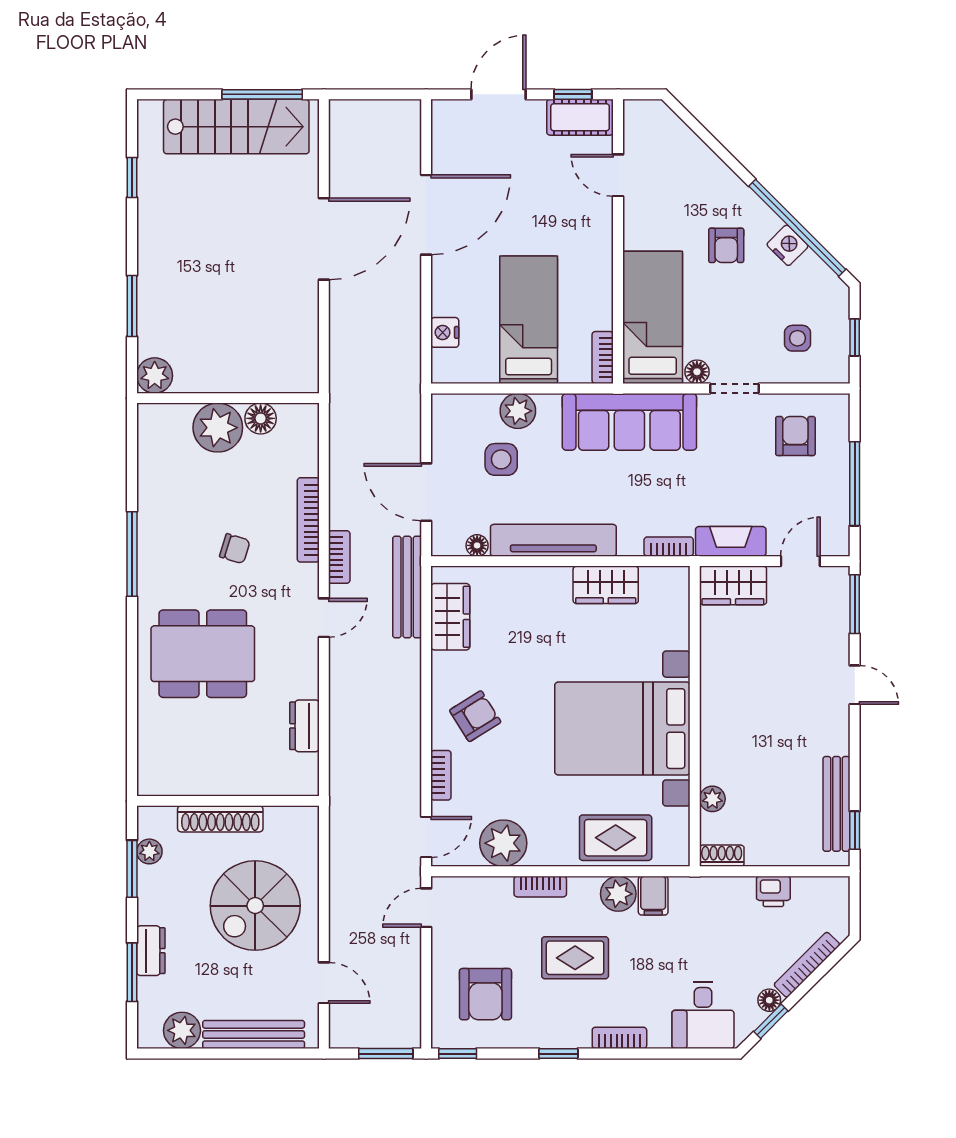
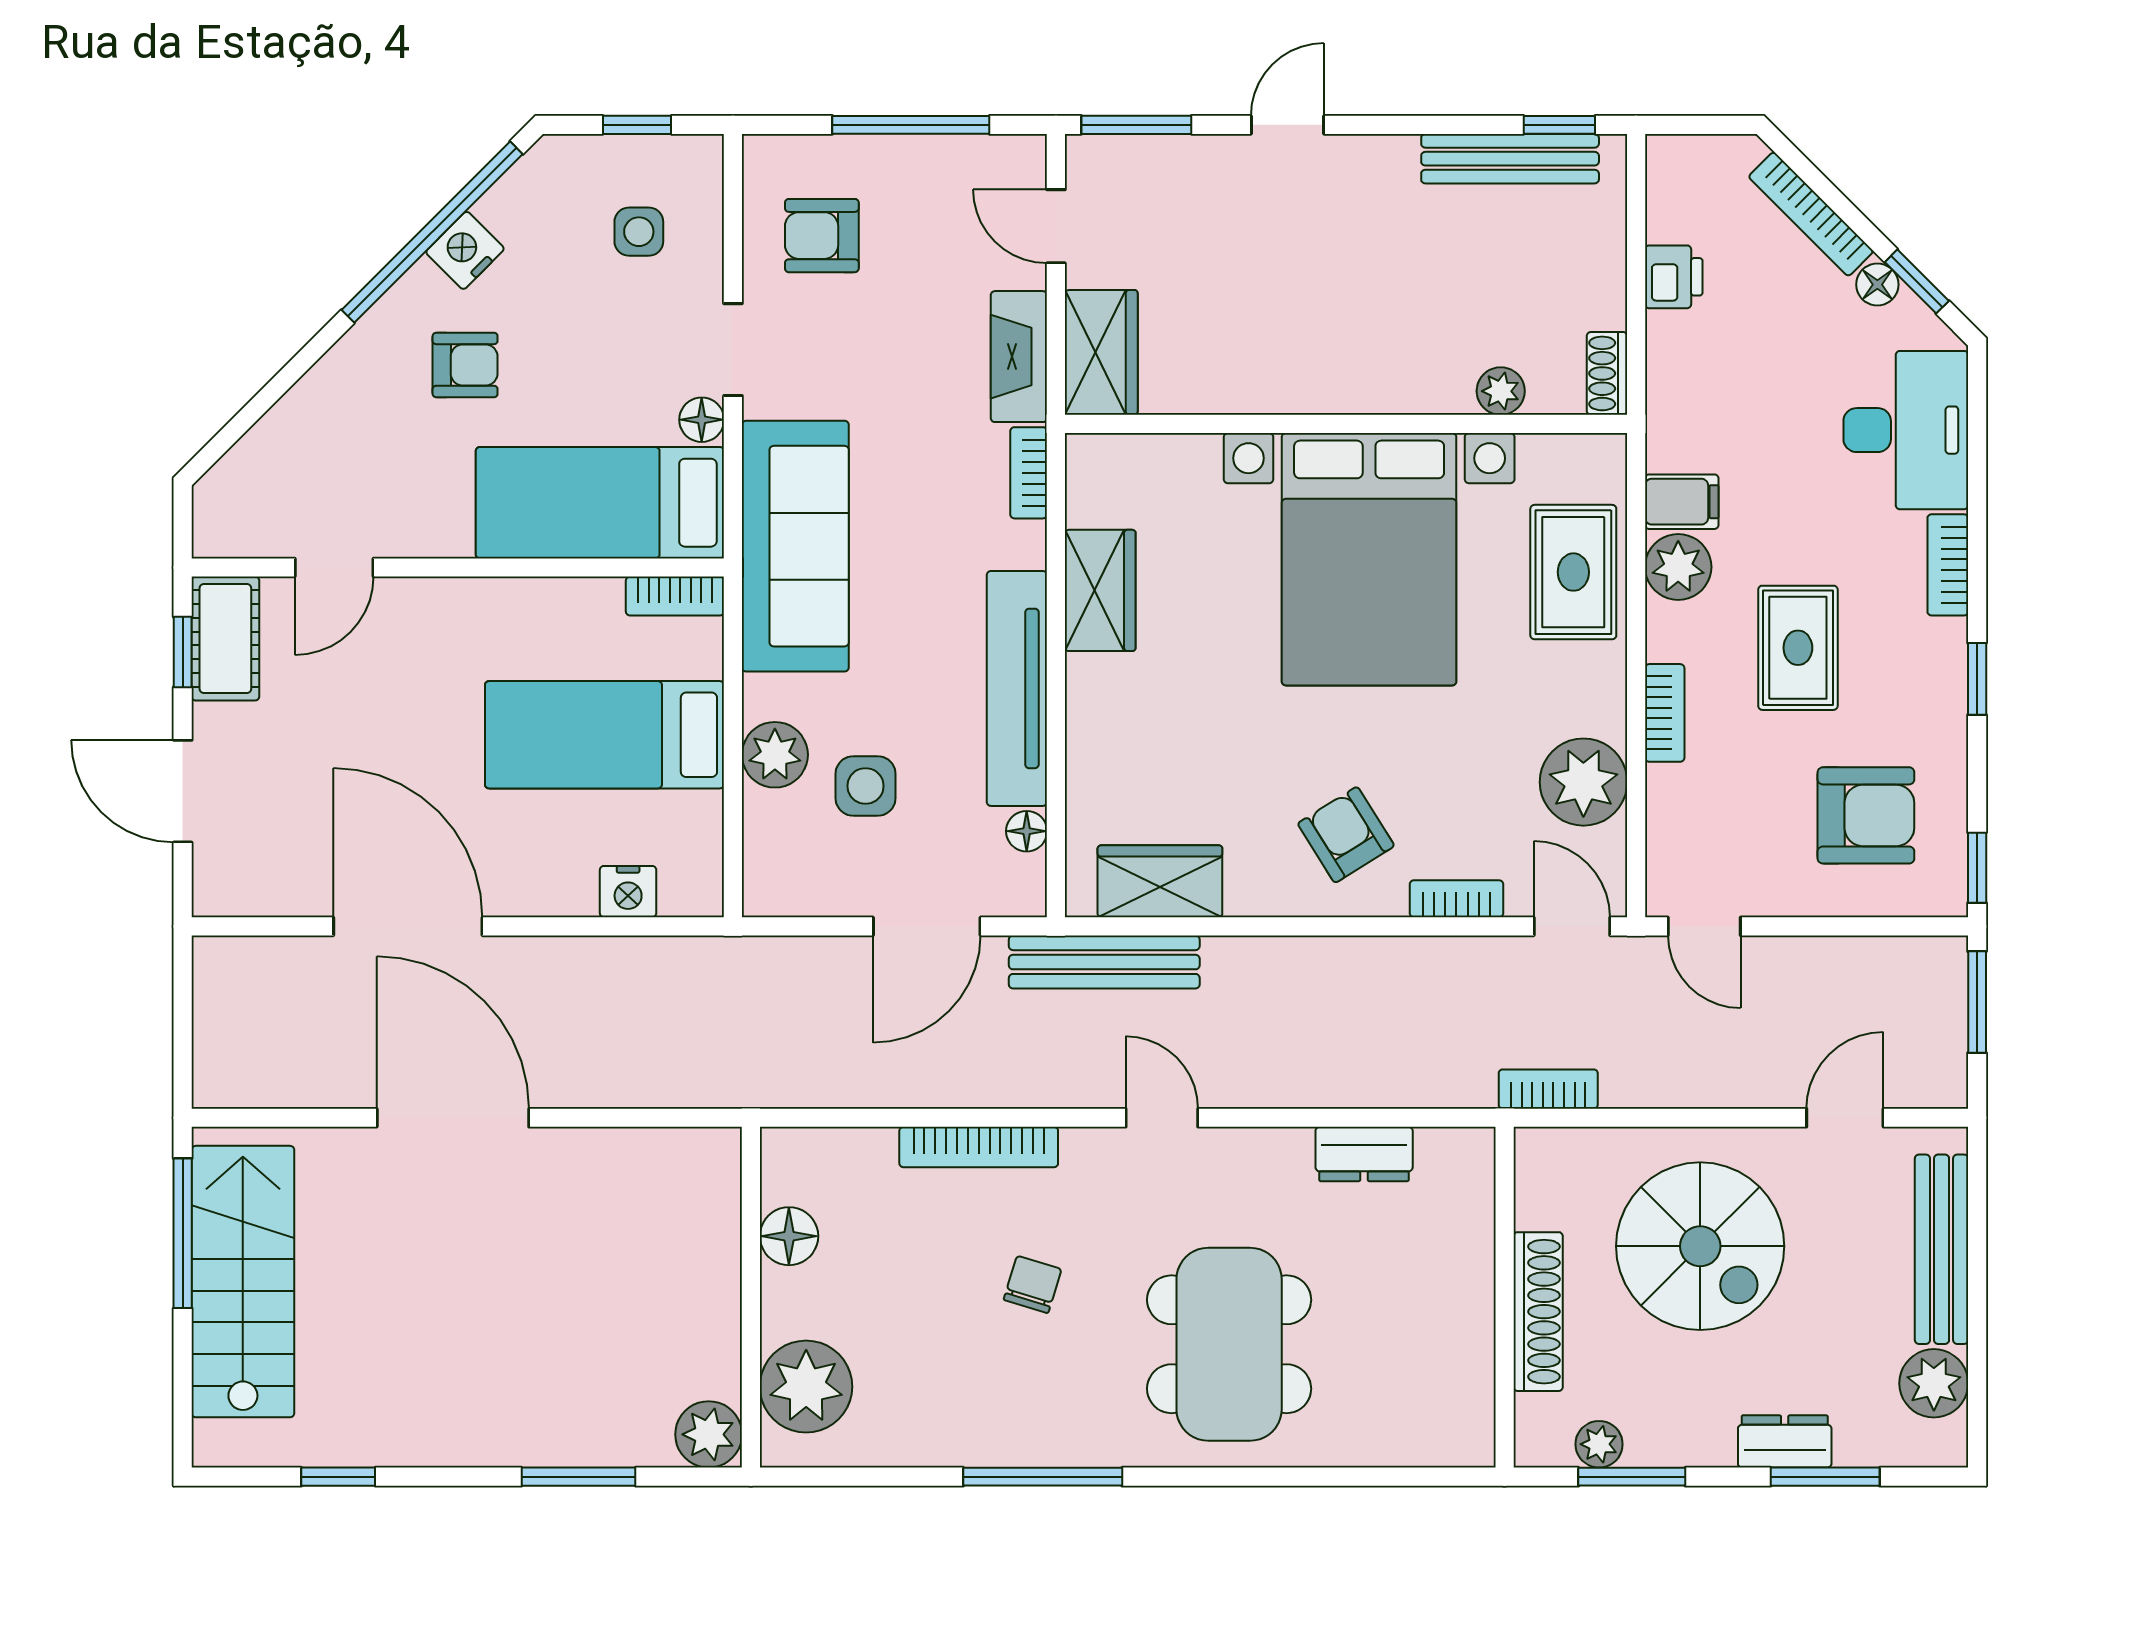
plant: (218, 428) -> (806, 1387), moved
bookcase: (339, 557) -> (1548, 1089), moved
desk: (703, 1015) -> (1906, 430), width x1.37

